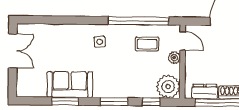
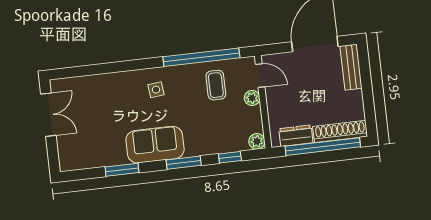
coffee table: (147, 44) -> (216, 85), turned 90
sofa: (70, 85) -> (155, 145), moved
plant: (168, 87) -> (257, 141), width x0.53, depth x0.53

